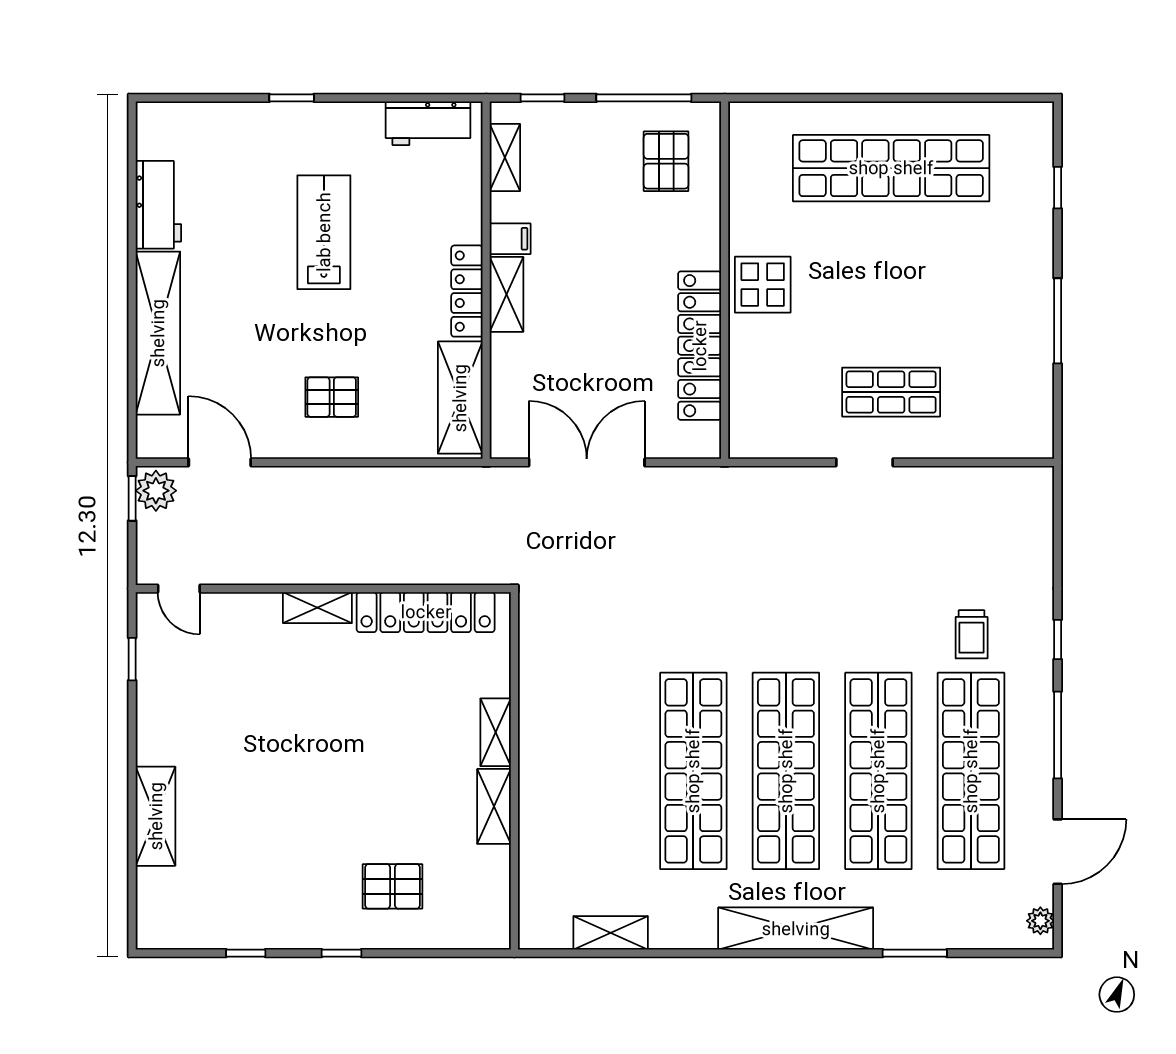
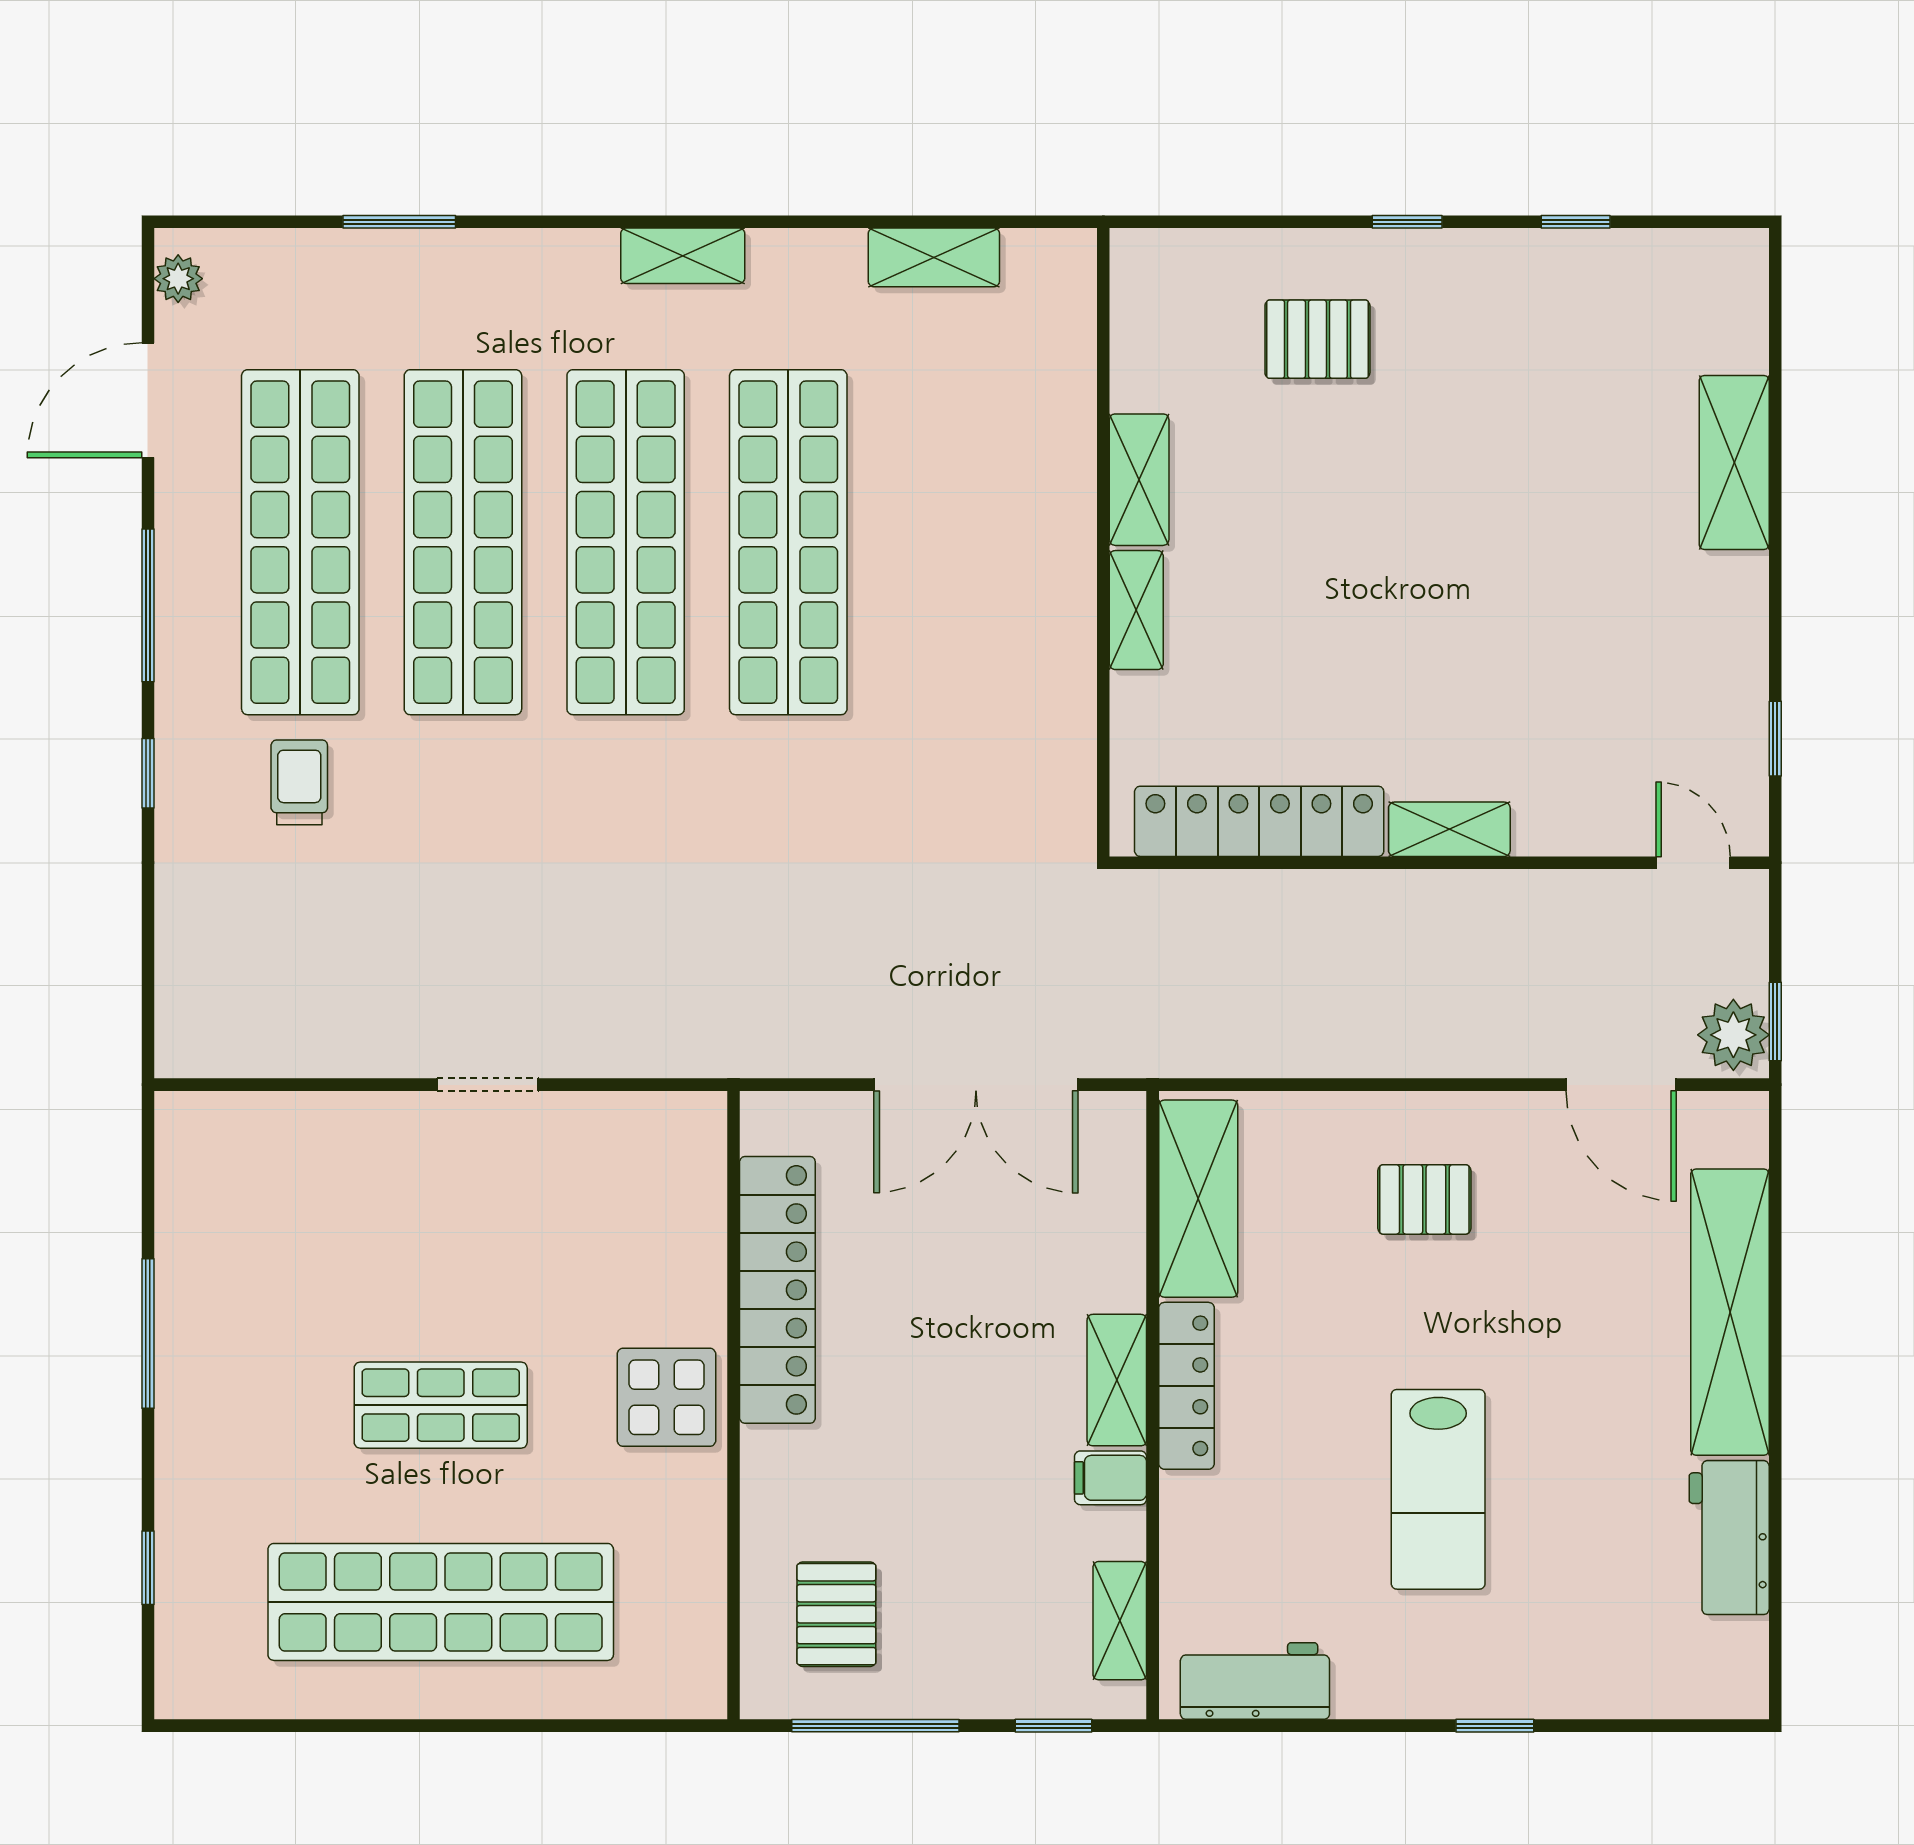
shop shelf: (891, 392) -> (441, 1405), moved
shelving: (796, 929) -> (683, 256), width x0.45, depth x0.75

